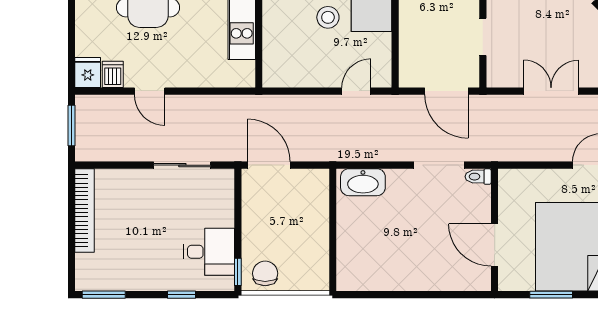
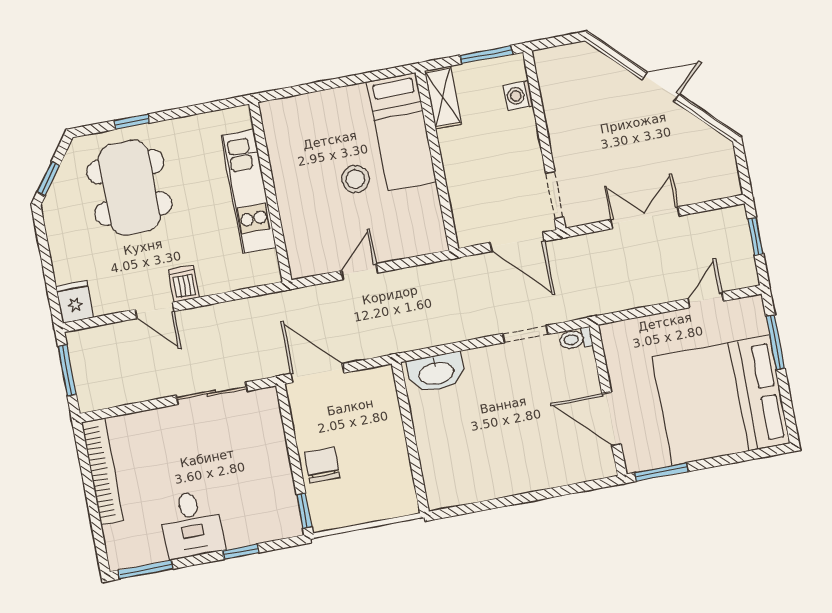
doorway: (483, 37) -> (555, 195), moved
dishwasher: (113, 74) -> (184, 284), moved
door: (356, 91) -> (359, 272), moved
doorway: (439, 165) -> (525, 334), width x0.73
desk: (209, 252) -> (192, 524), moved, turned 90
chair: (265, 273) -> (322, 465), moved
window: (551, 295) -> (661, 472), moved

